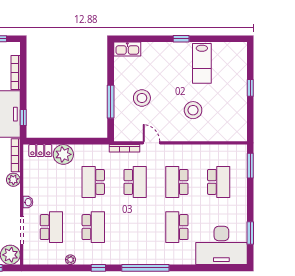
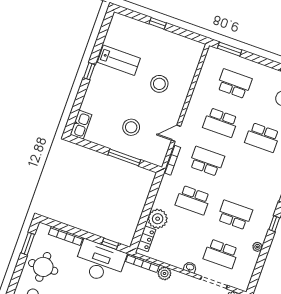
school desk: (51, 227) -> (221, 254), turned 180

